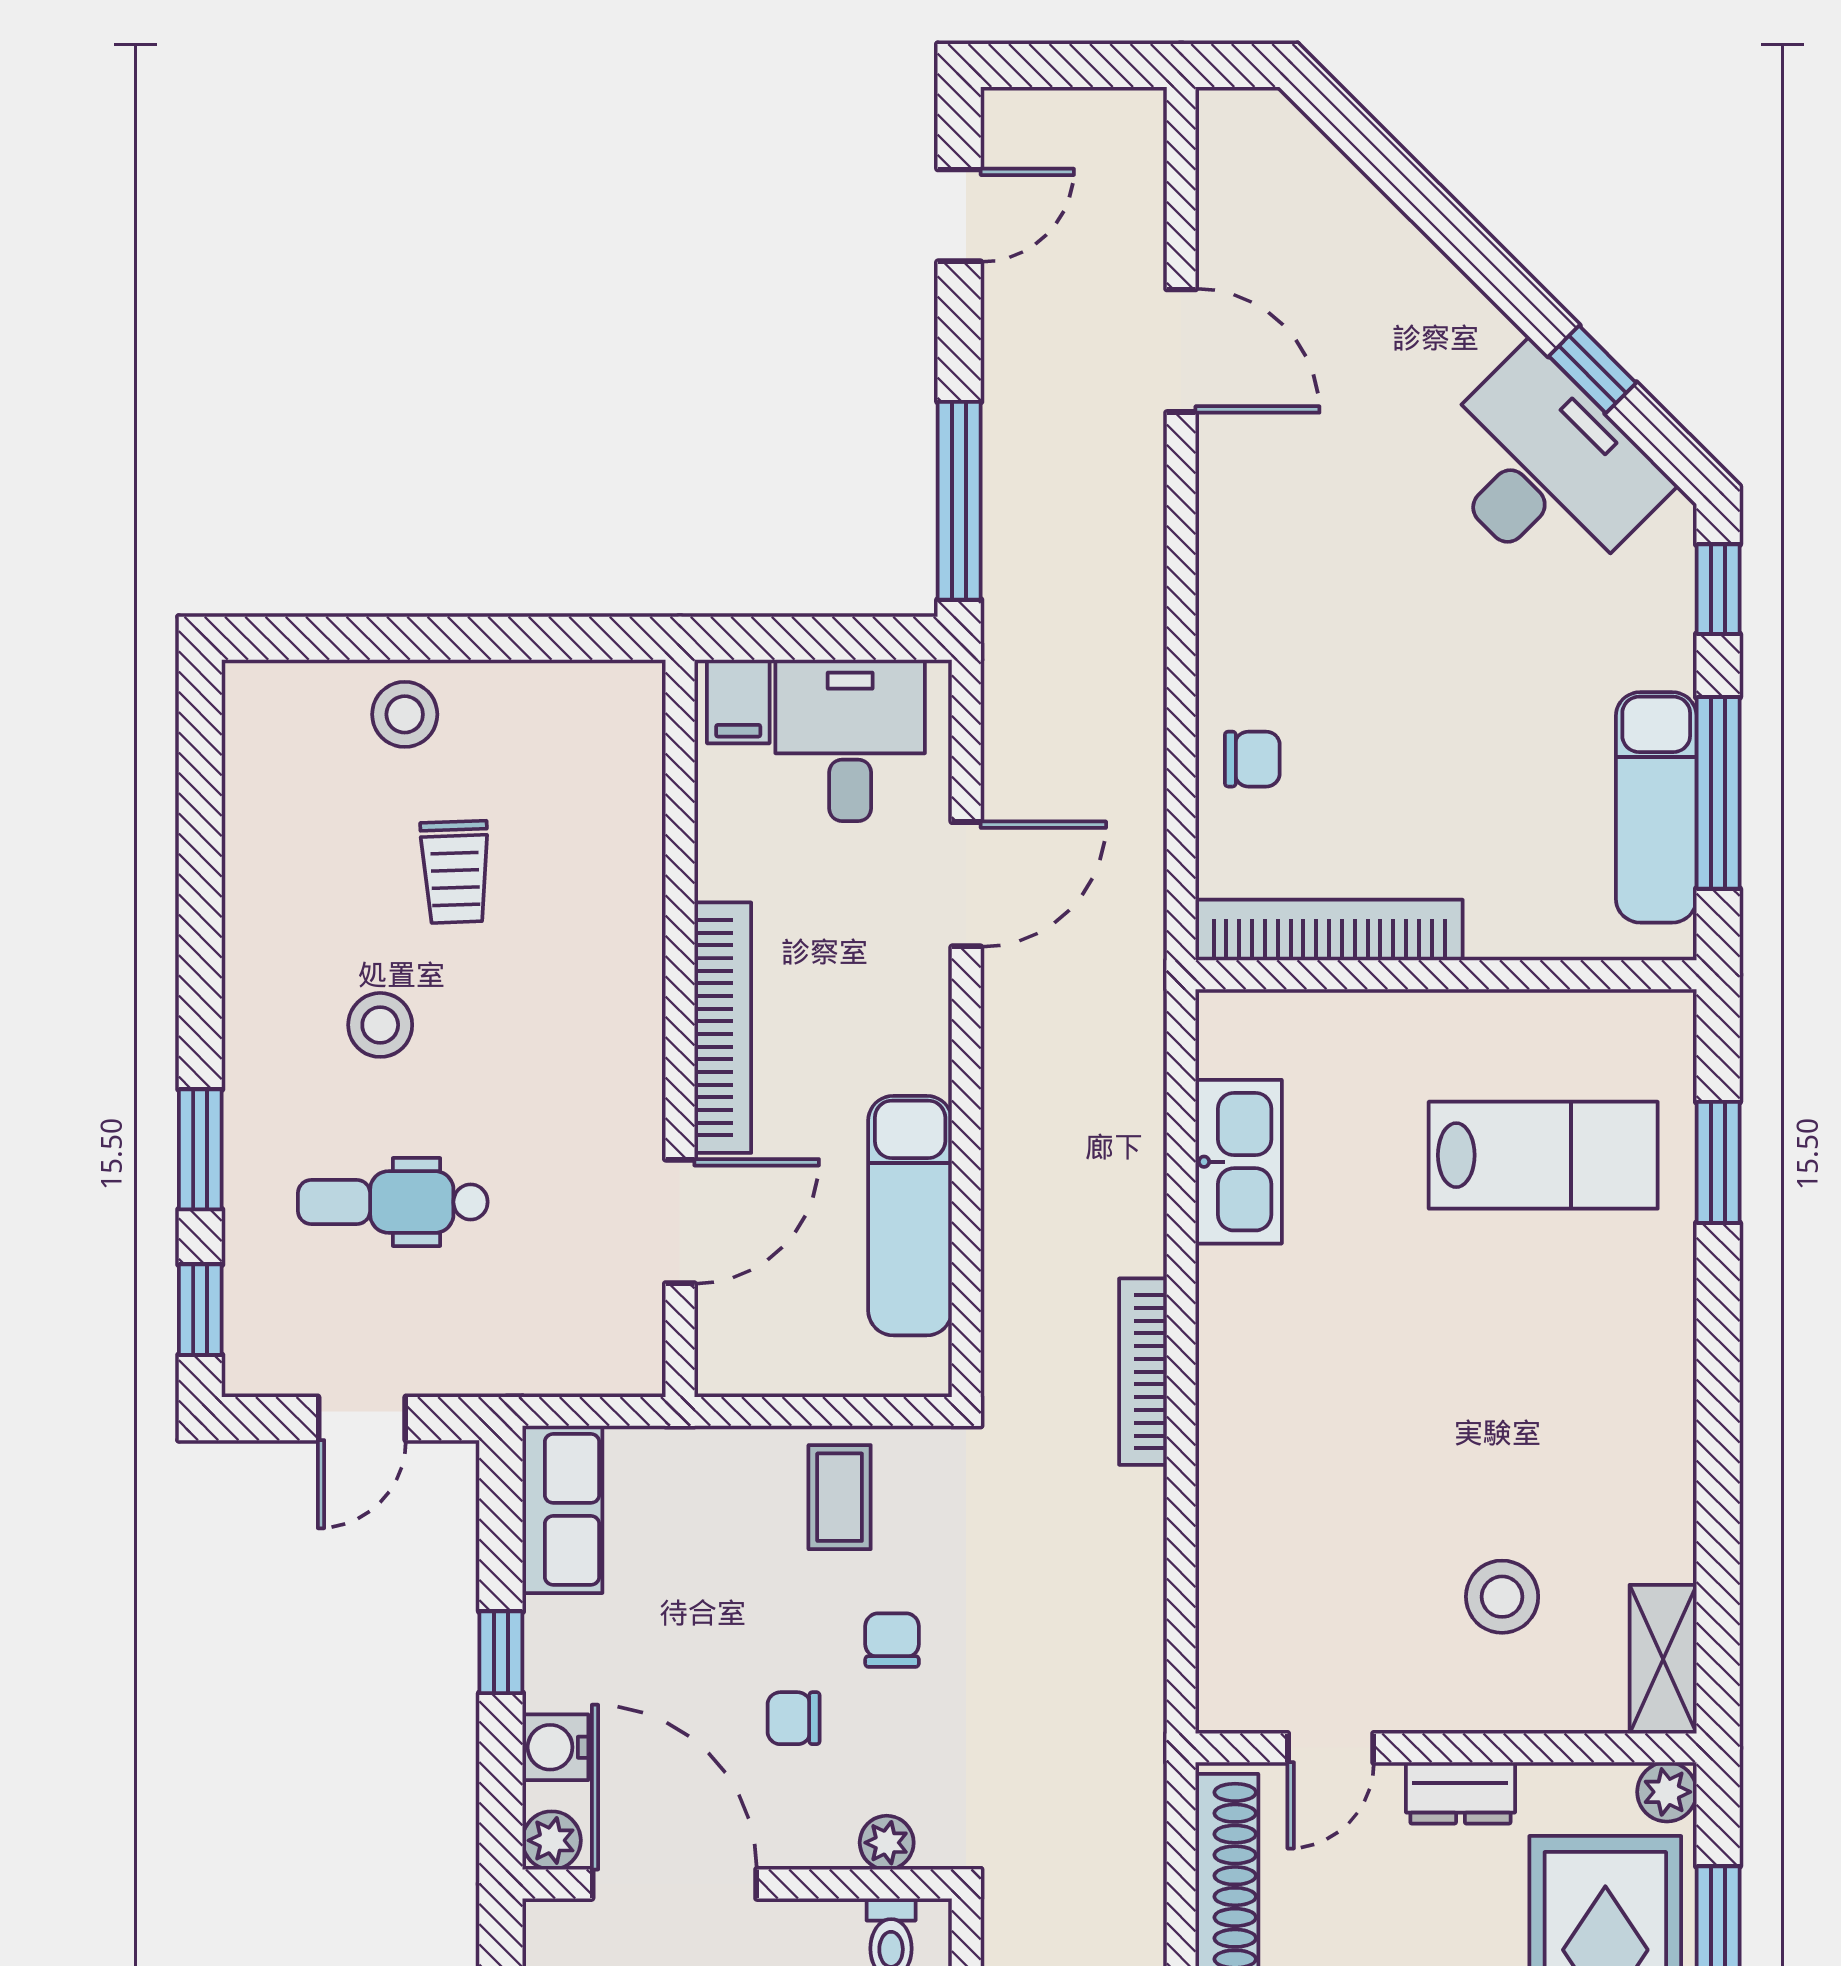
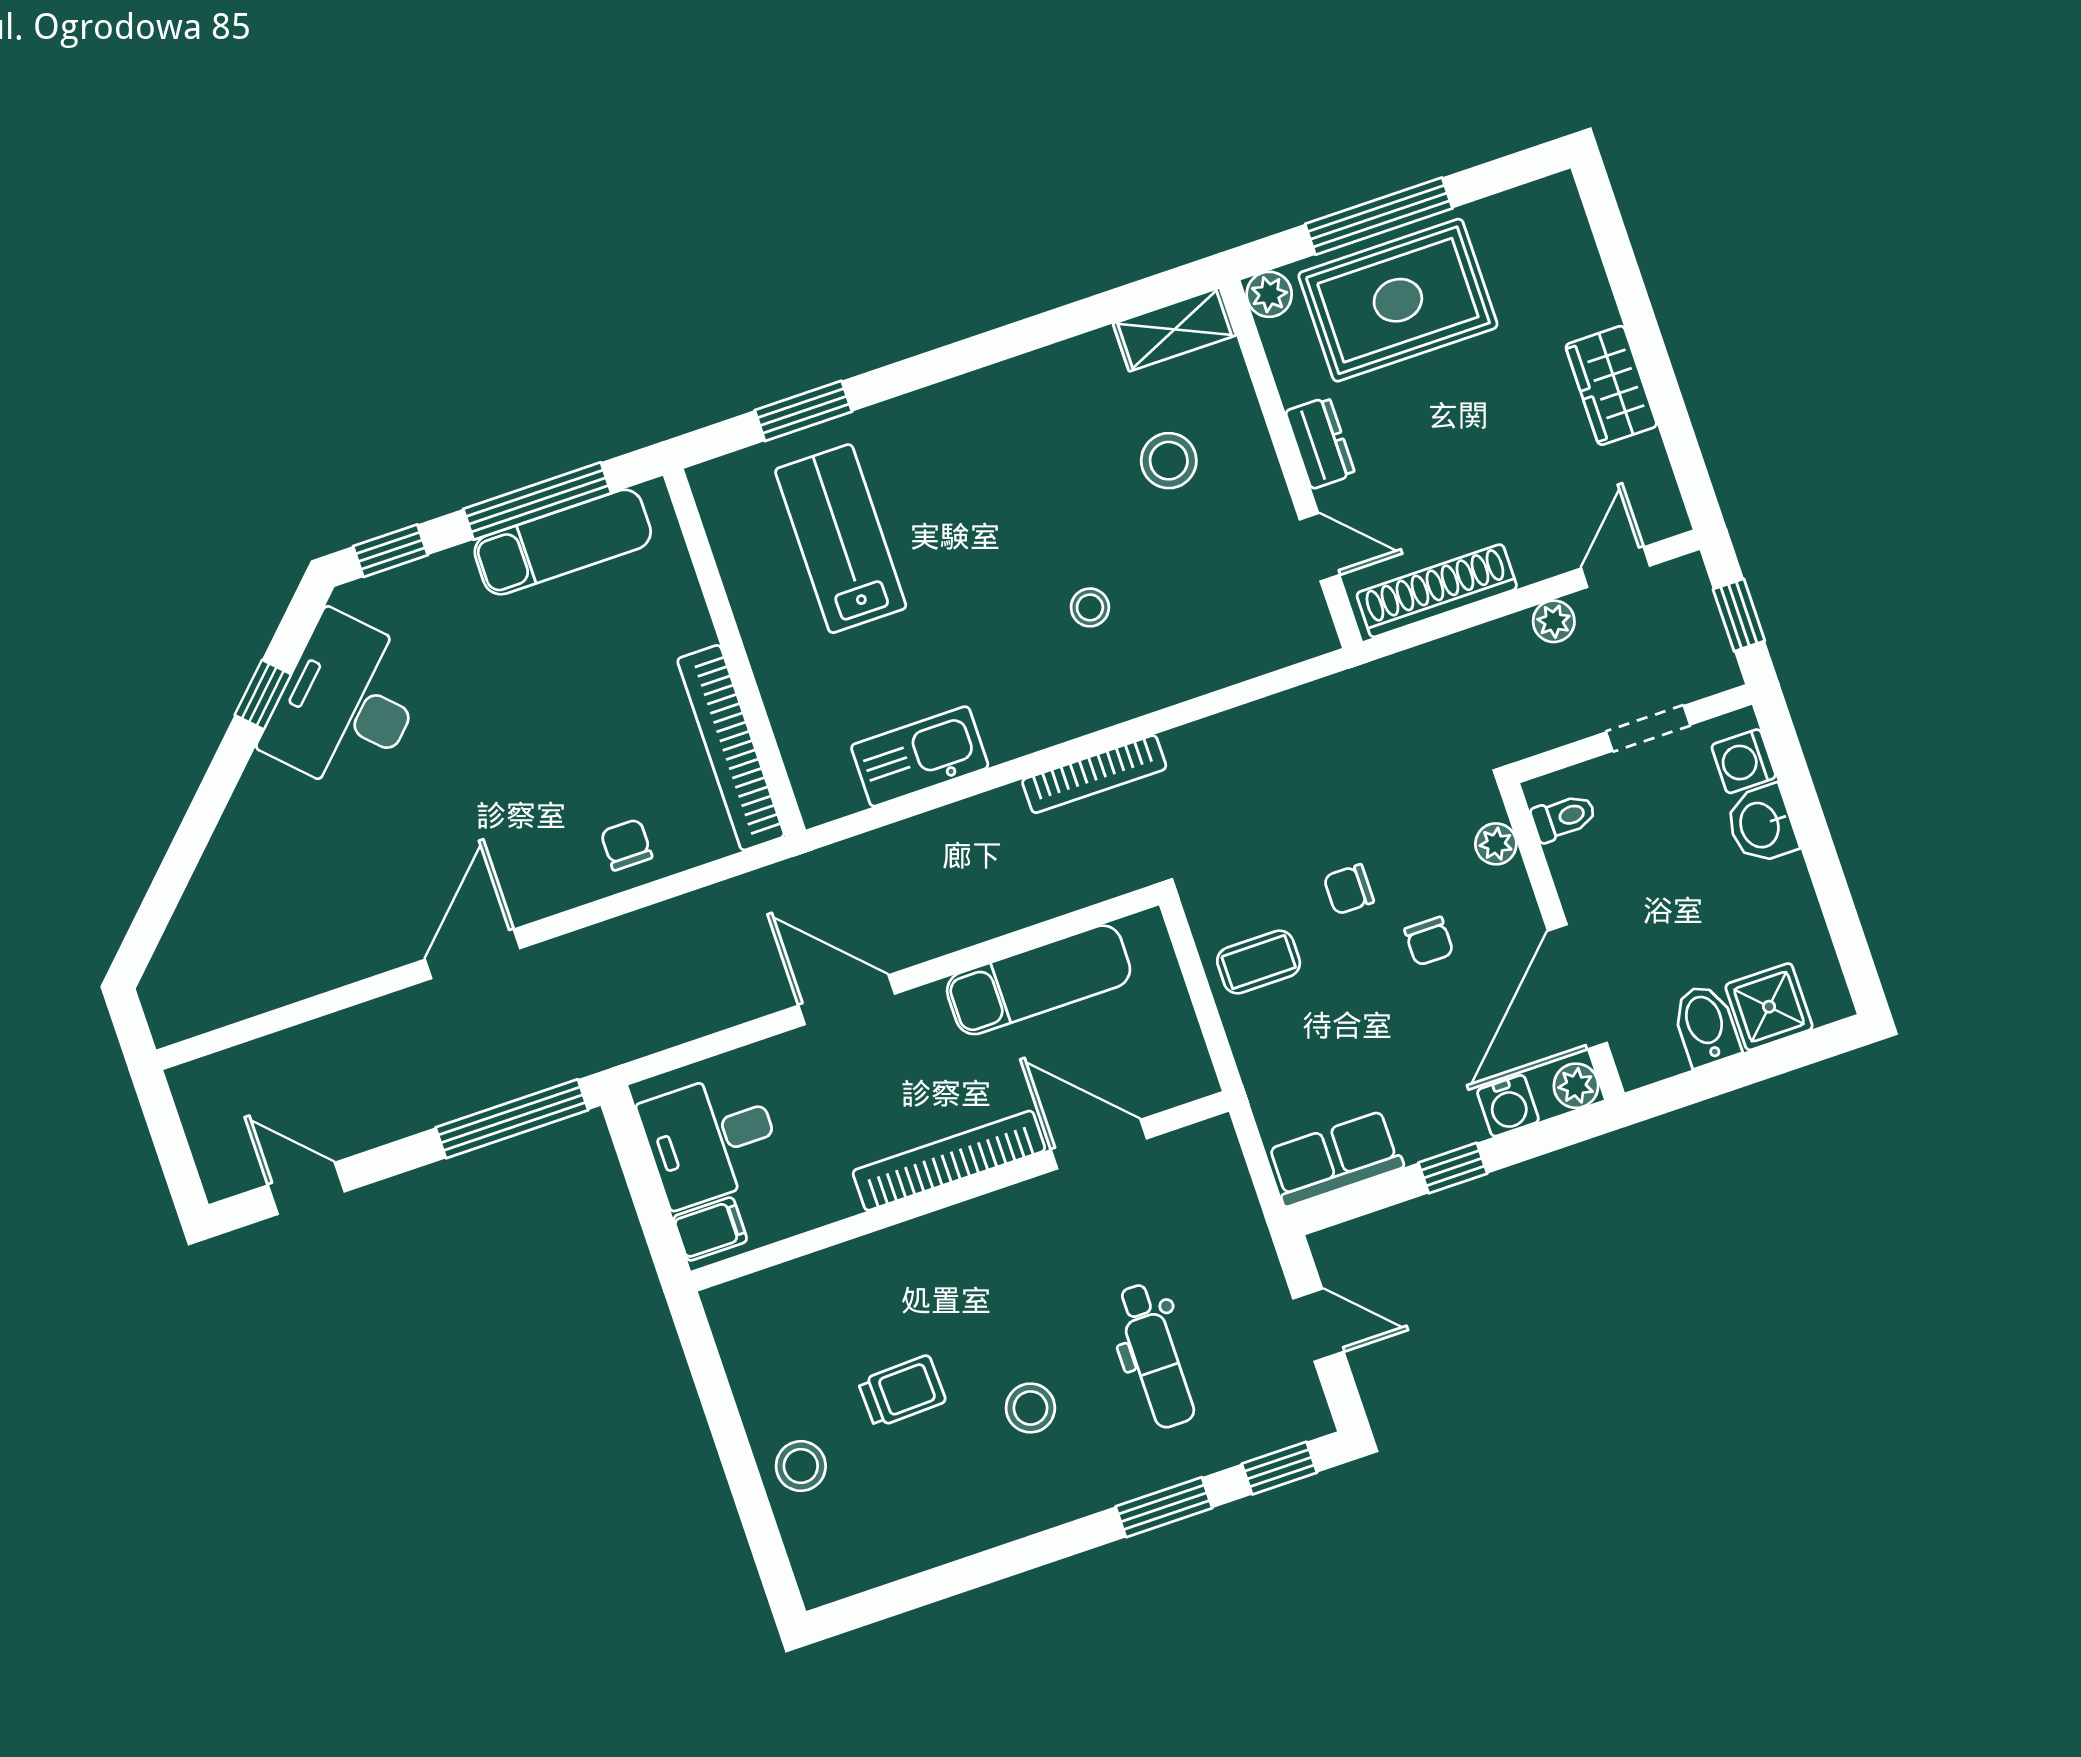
door: (1181, 351) -> (473, 954), moved
door: (966, 884) -> (847, 1000), moved
stool: (1352, 1437) -> (1090, 607), added

